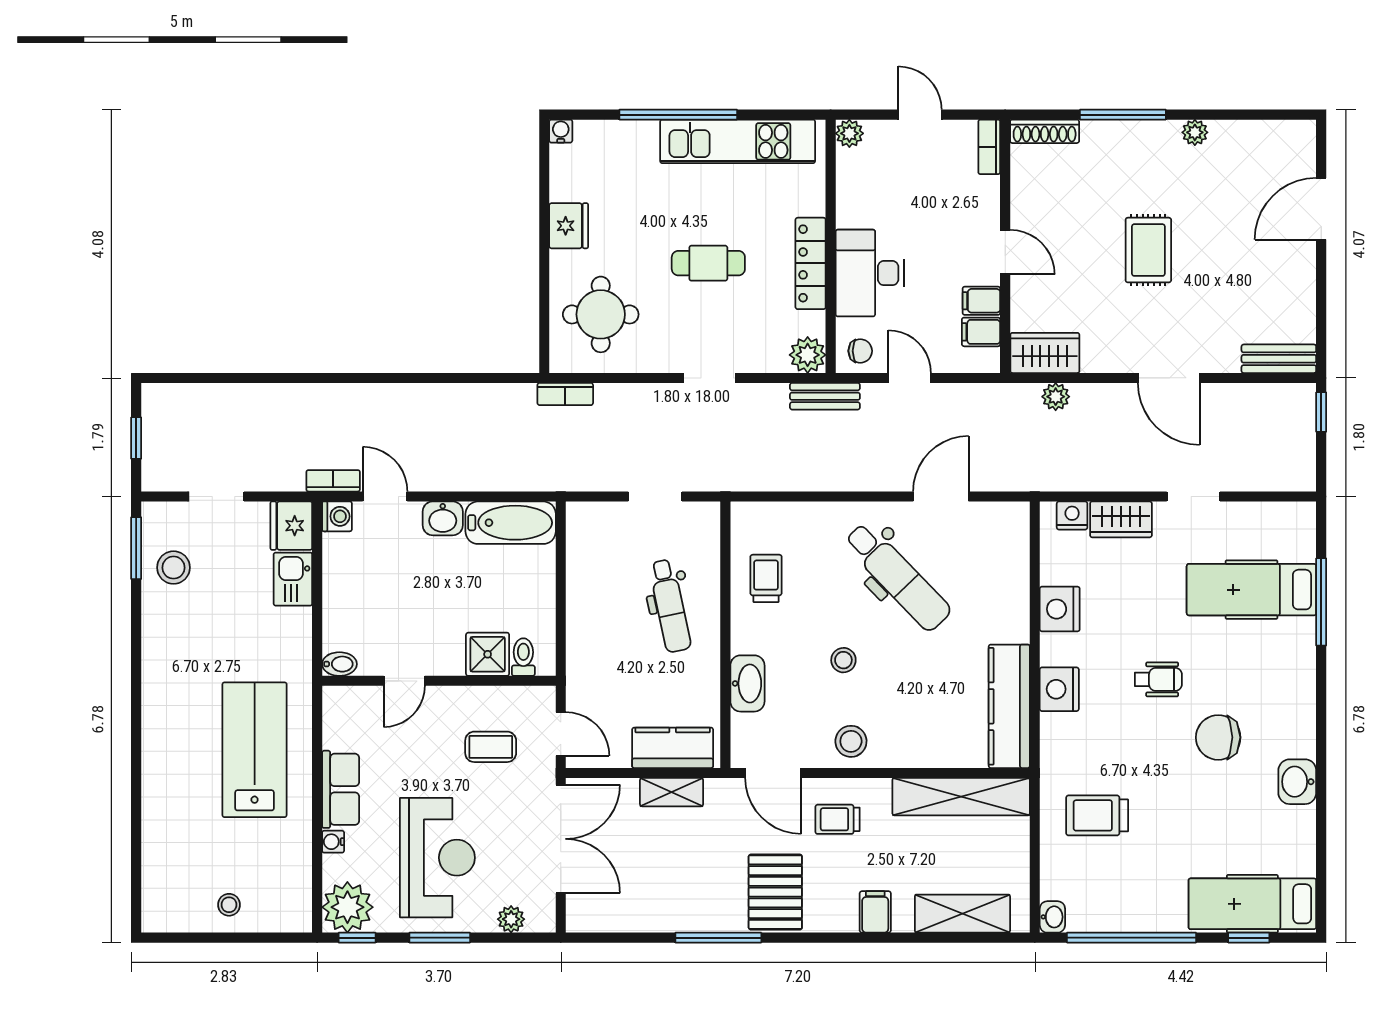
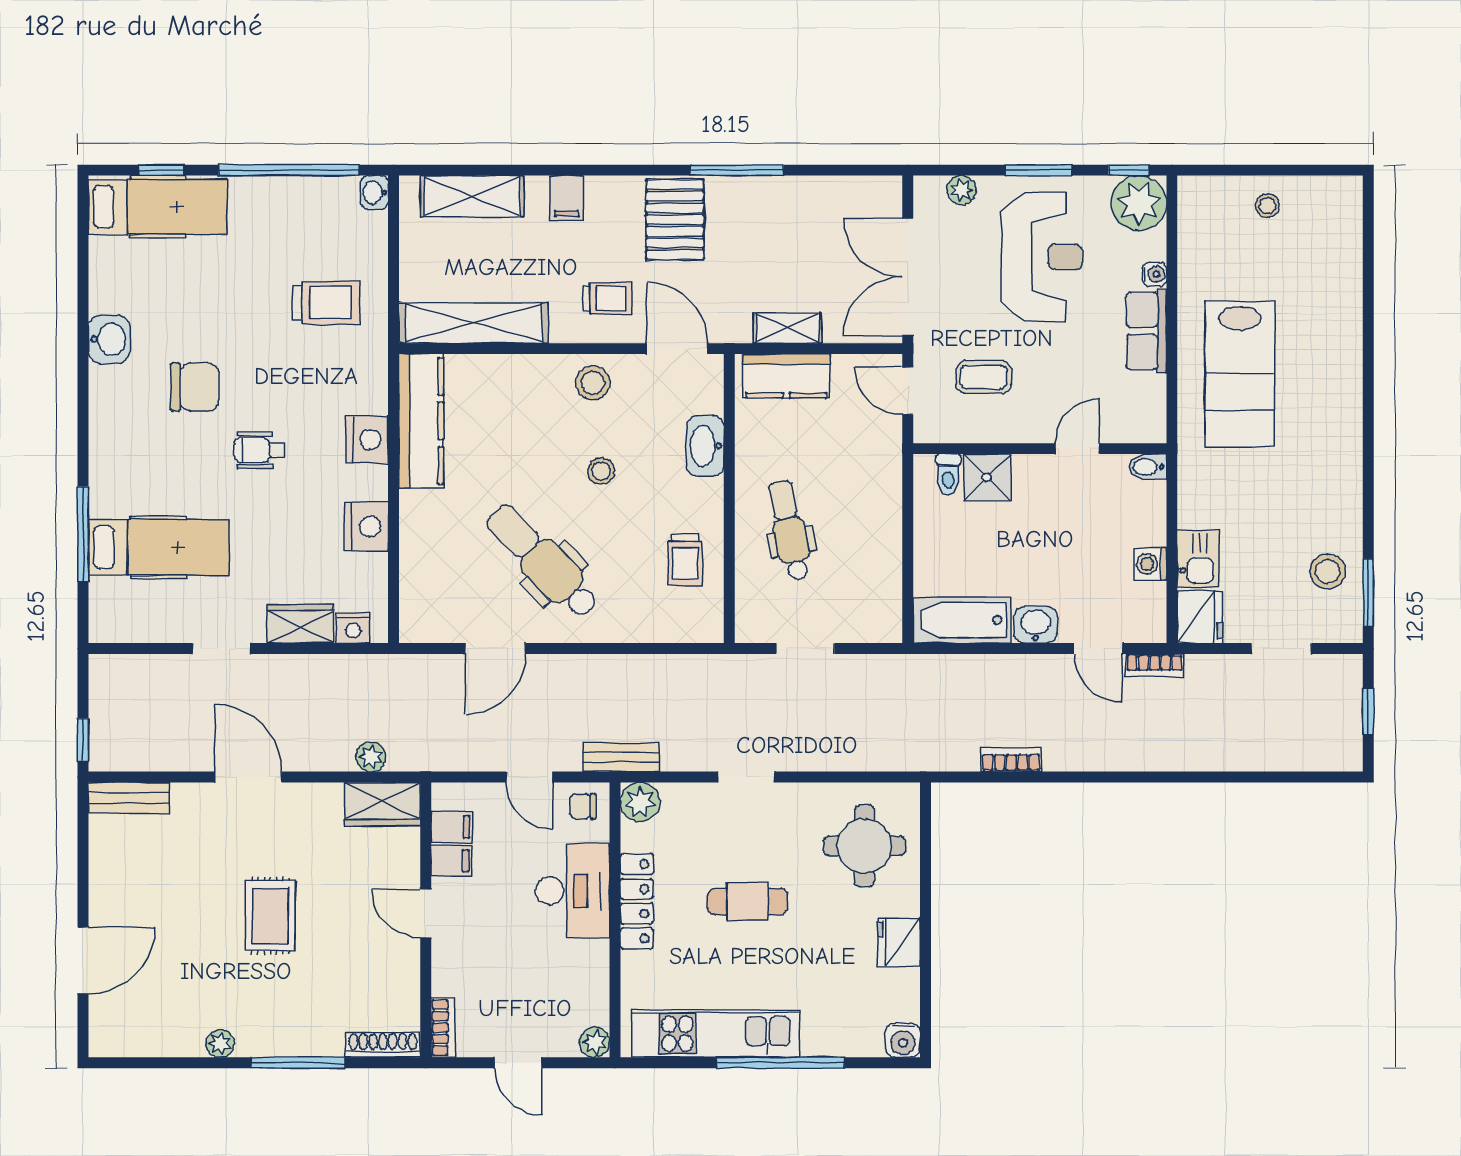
water cooler: (561, 131) -> (903, 1040), width x1.38, depth x1.38
bookcase: (565, 394) -> (1011, 760), moved
washing machine: (337, 516) -> (1150, 564), moved
reception desk: (437, 858) -> (1041, 257), turned 180

